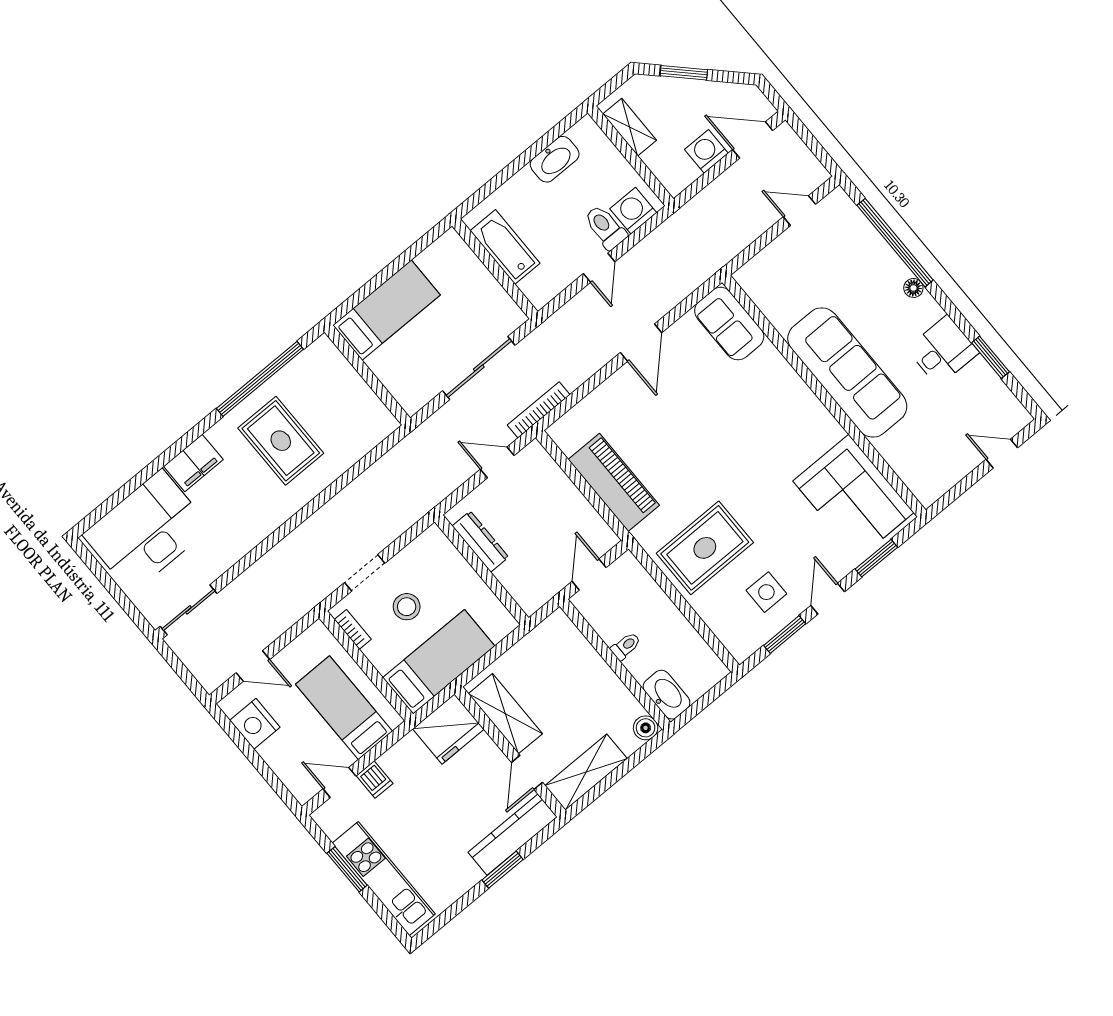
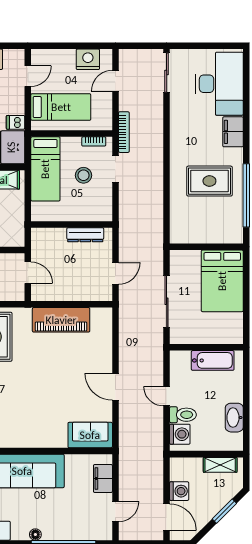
door: (753, 140) -> (167, 517), hinge flipped
filing cabinet: (771, 261) -> (103, 479), added
bed: (387, 310) -> (222, 281), width x1.50
bookcase: (539, 410) -> (124, 132), moved
dishwasher: (375, 780) -> (16, 122), moved

